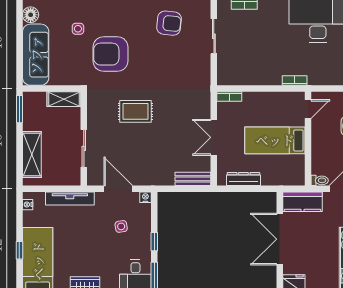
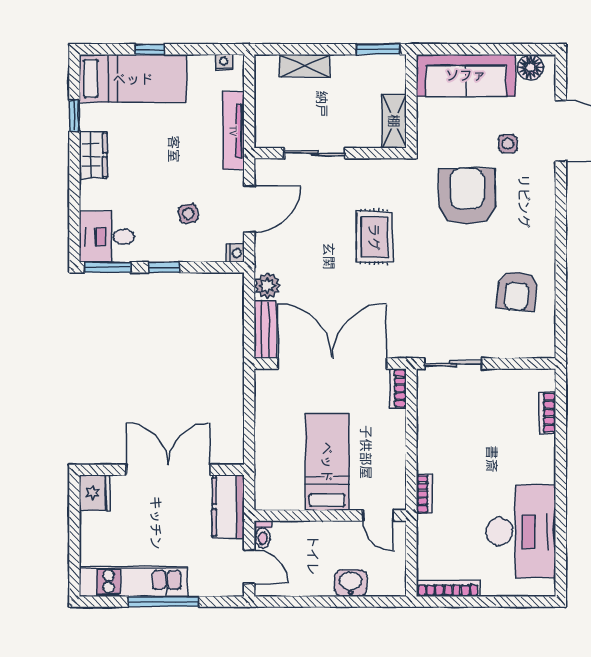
sliding door: (214, 36) -> (453, 363), moved
double door: (214, 137) -> (332, 363), width x1.87
shelving: (32, 154) -> (305, 66), width x0.67, depth x0.75
plant: (166, 178) -> (267, 286), added
dresser: (243, 179) -> (265, 411), removed

